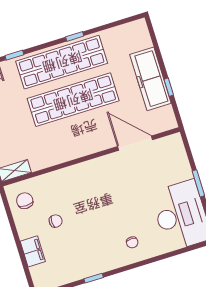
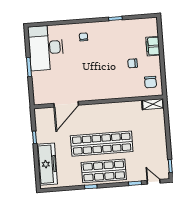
shop shelf: (62, 62) -> (104, 171), width x0.71
freezer: (150, 79) -> (47, 164), moved
door: (135, 143) -> (66, 104), hinge flipped

